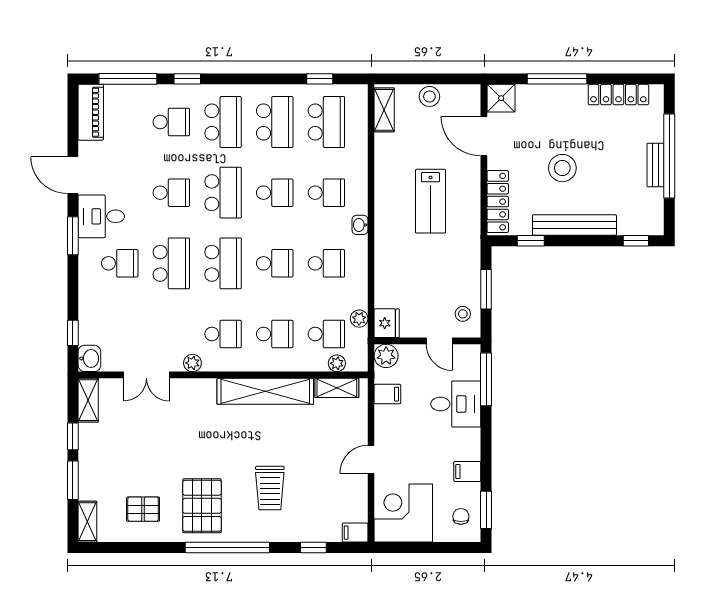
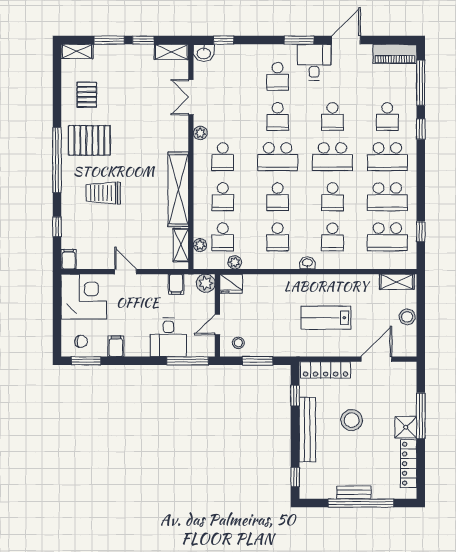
shower: (501, 98) -> (406, 427), moved
school desk: (171, 263) -> (278, 117), width x0.54

